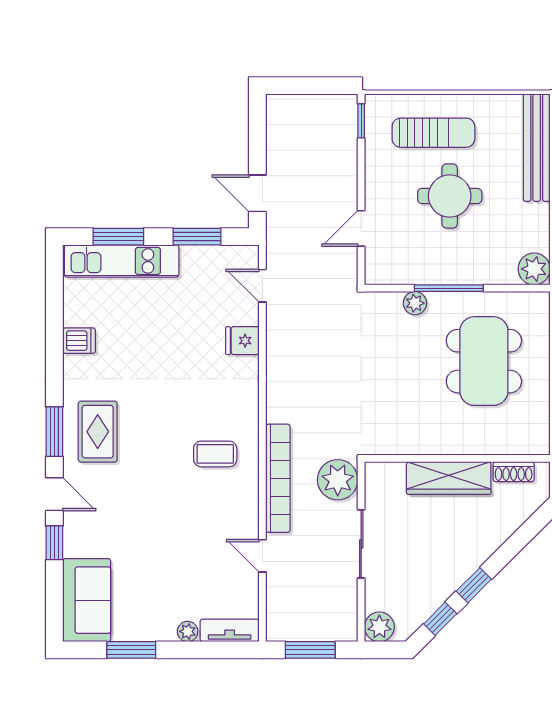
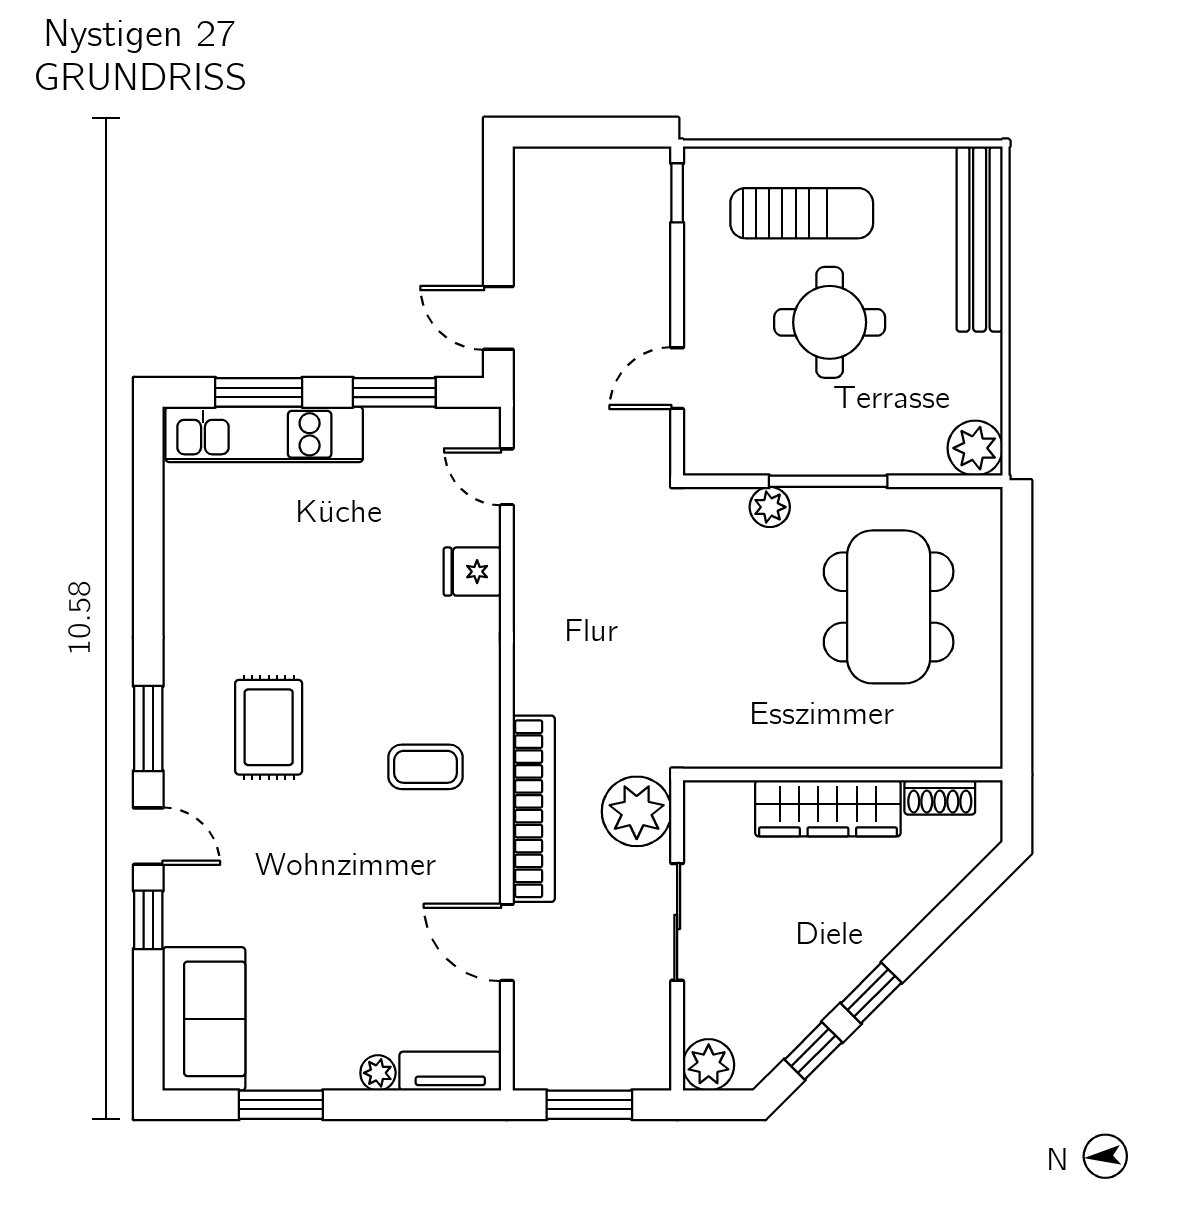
dishwasher: (79, 341) -> (191, 572), removed
rug: (98, 432) -> (269, 727), moved
door: (262, 556) -> (507, 942), width x1.37

